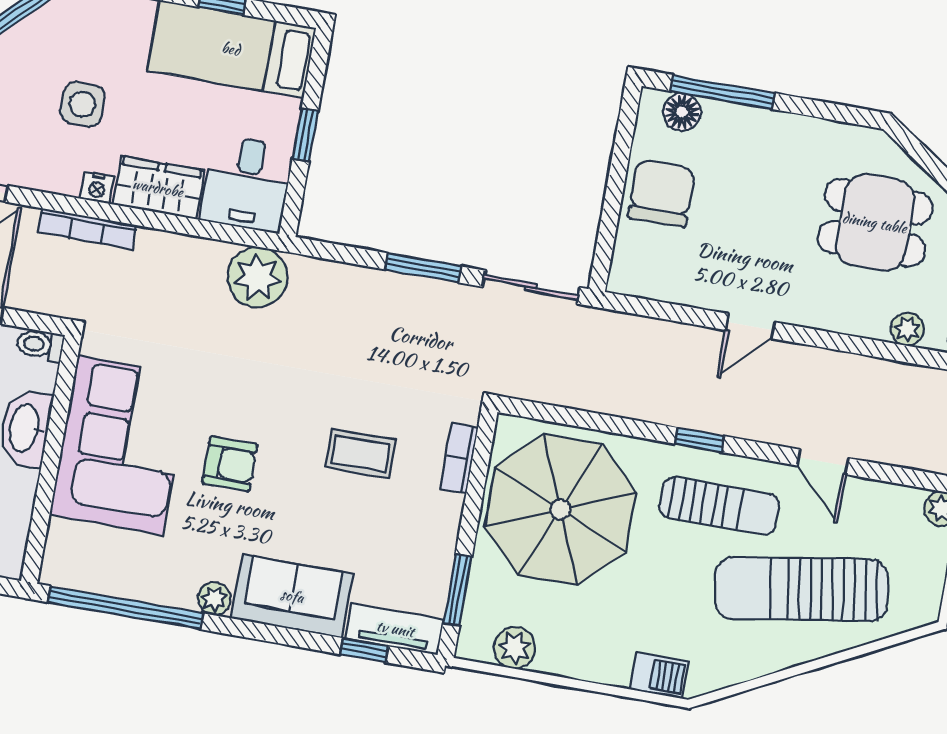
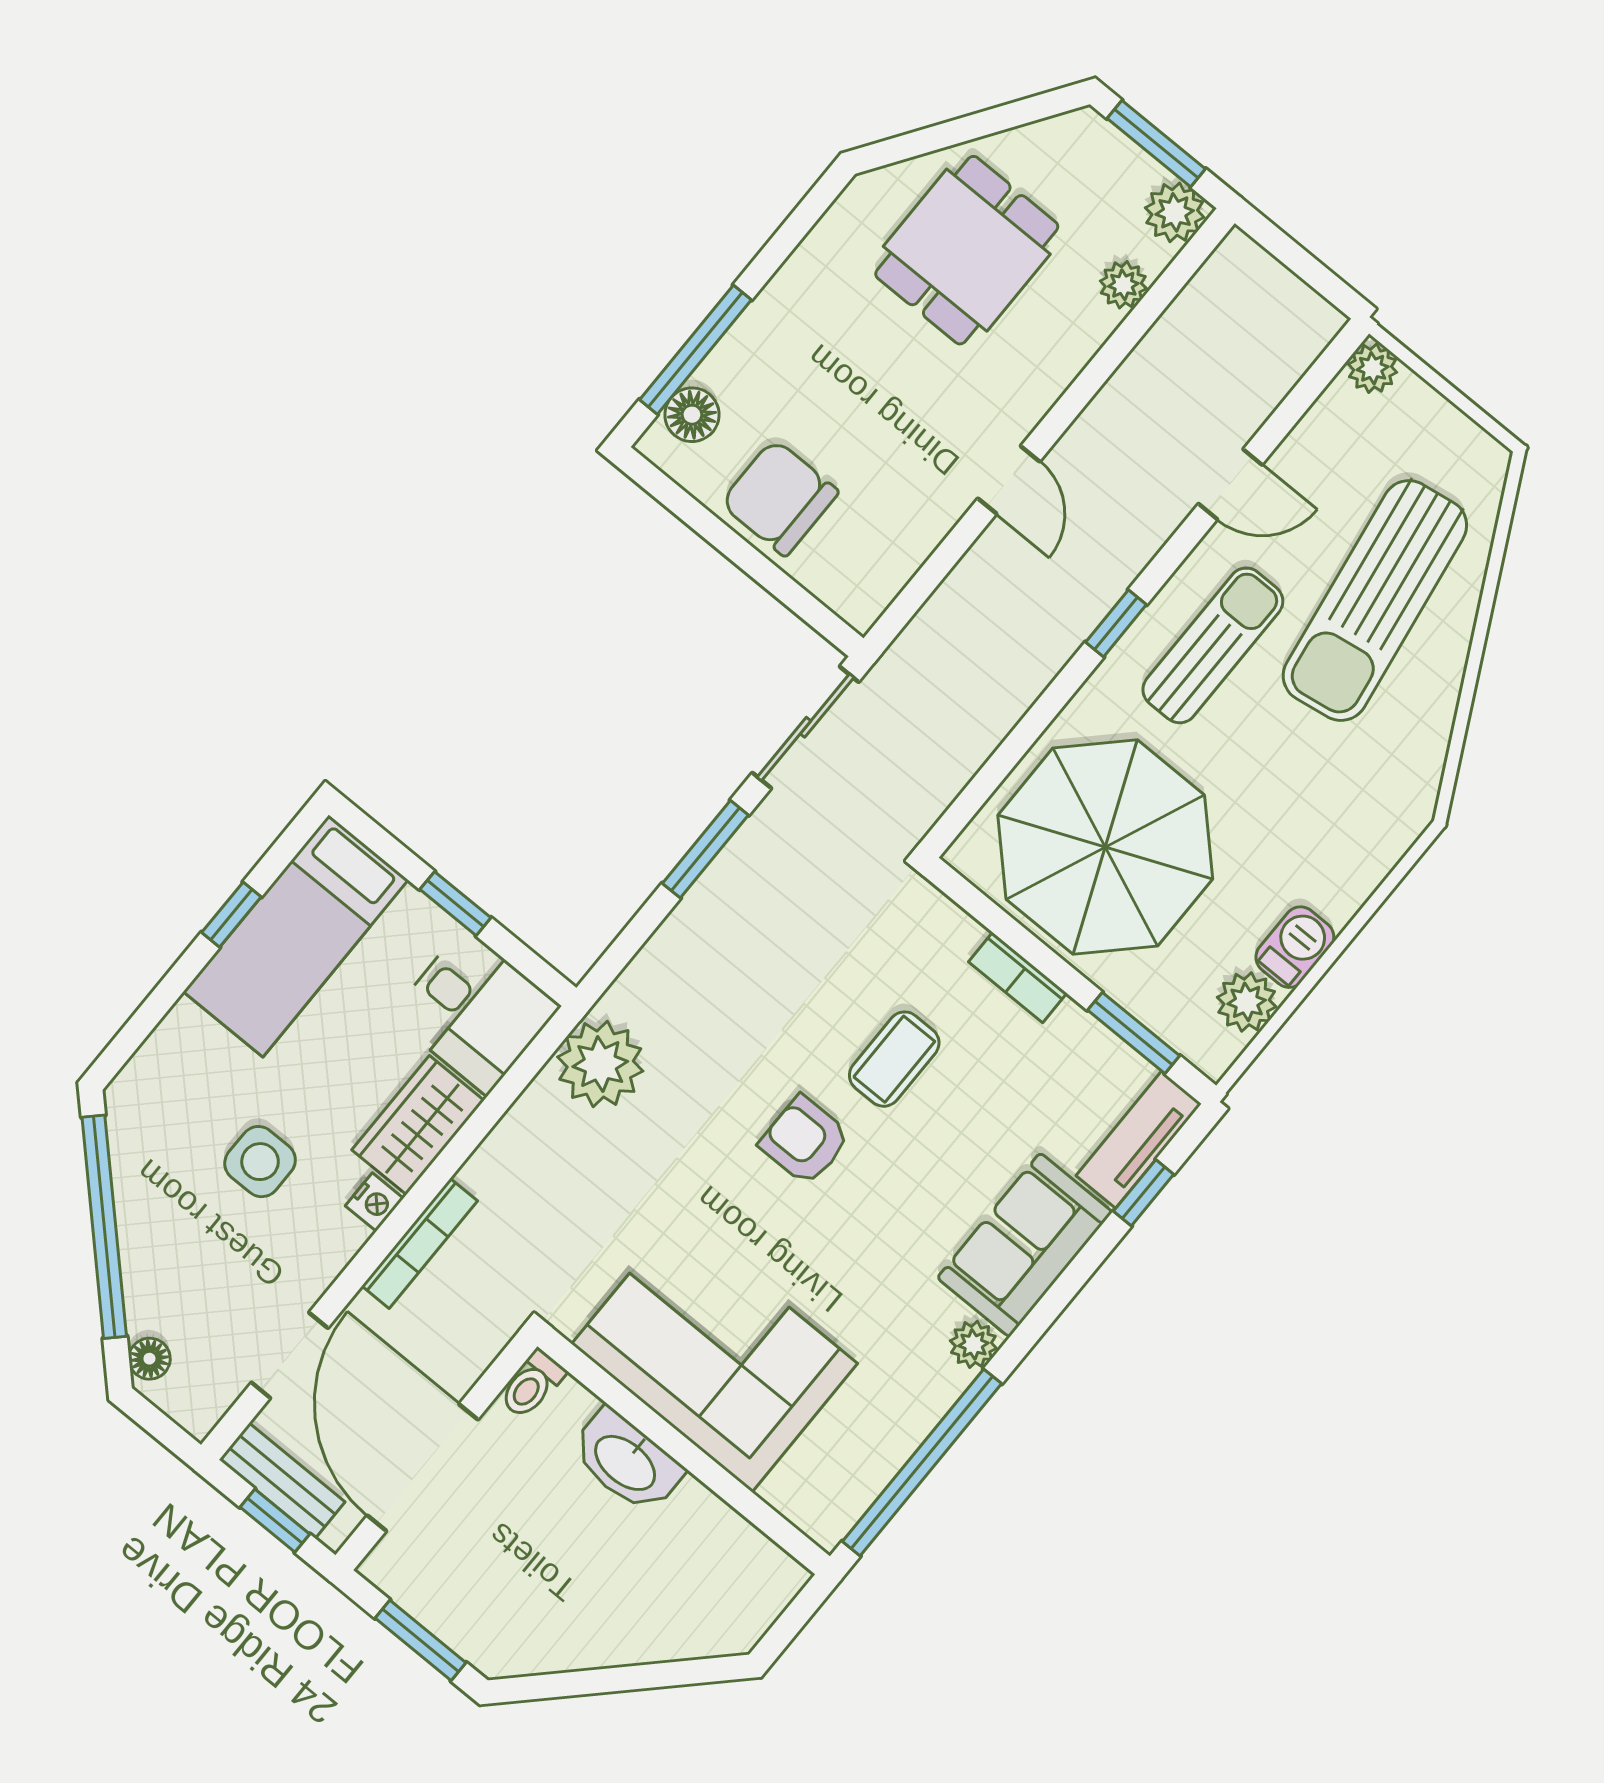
bookcase: (459, 458) -> (1018, 978), moved
armchair: (230, 464) -> (805, 1140), moved, turned -90
barbecue: (659, 675) -> (1295, 947), moved

